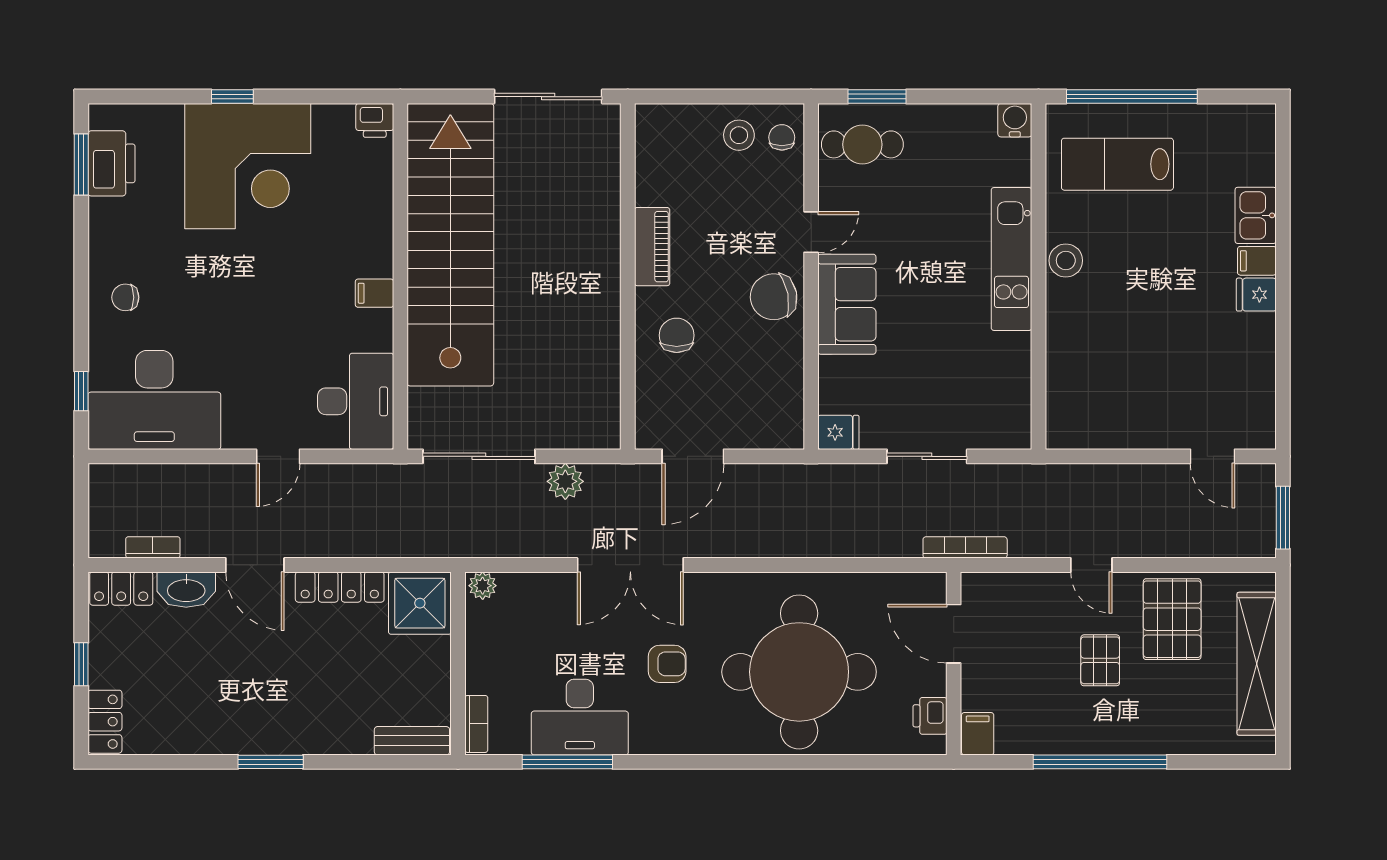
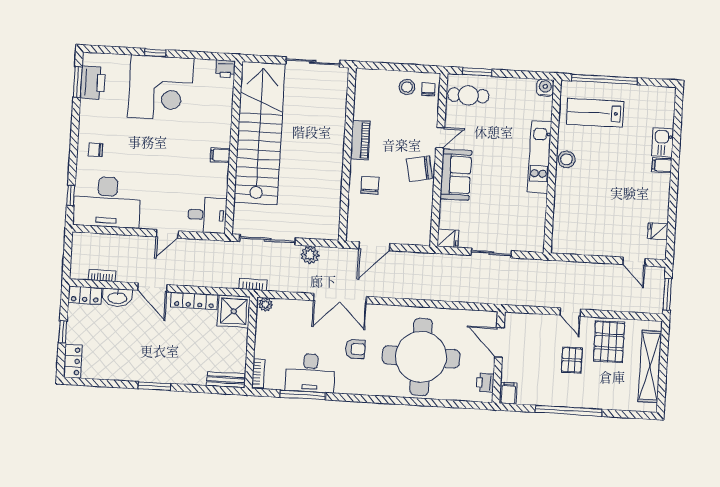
fridge: (1256, 295) -> (658, 231), moved
desk: (356, 401) -> (207, 215), width x0.73
bookcase: (965, 547) -> (253, 285), moved, width x0.64

